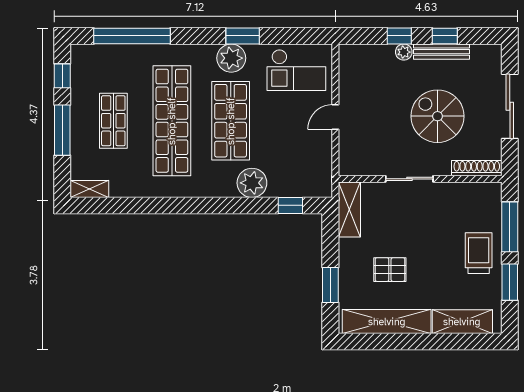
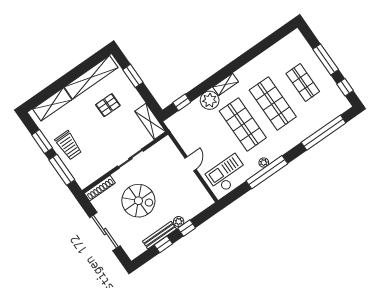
window: (243, 36) -> (267, 172), width x2.11
plant: (231, 58) -> (264, 163), width x0.53, depth x0.53
shop shelf: (172, 121) -> (273, 103), width x0.71
shelving: (89, 189) -> (226, 84), moved

